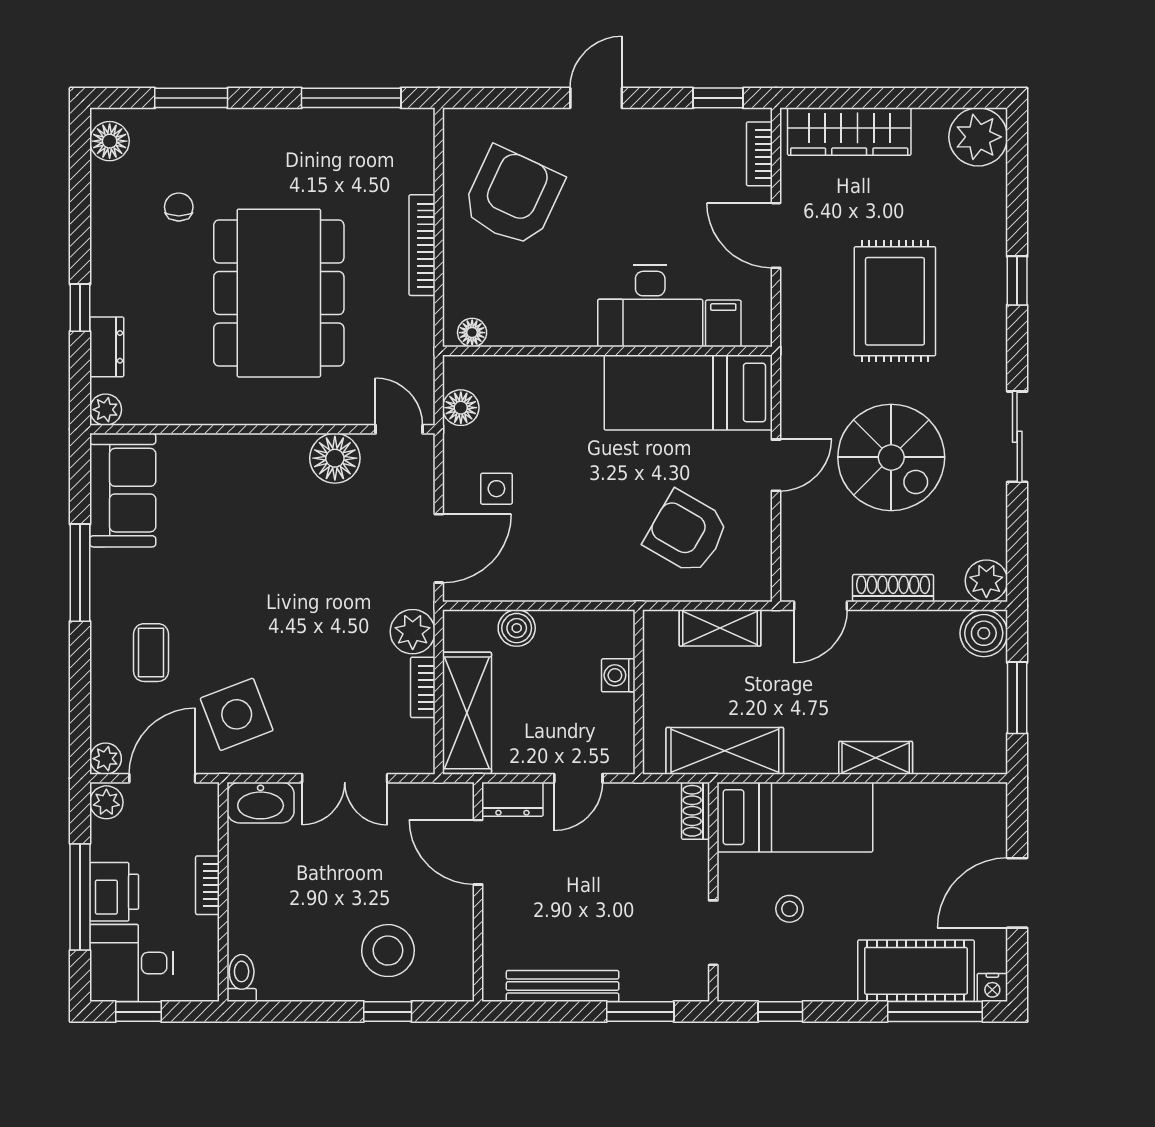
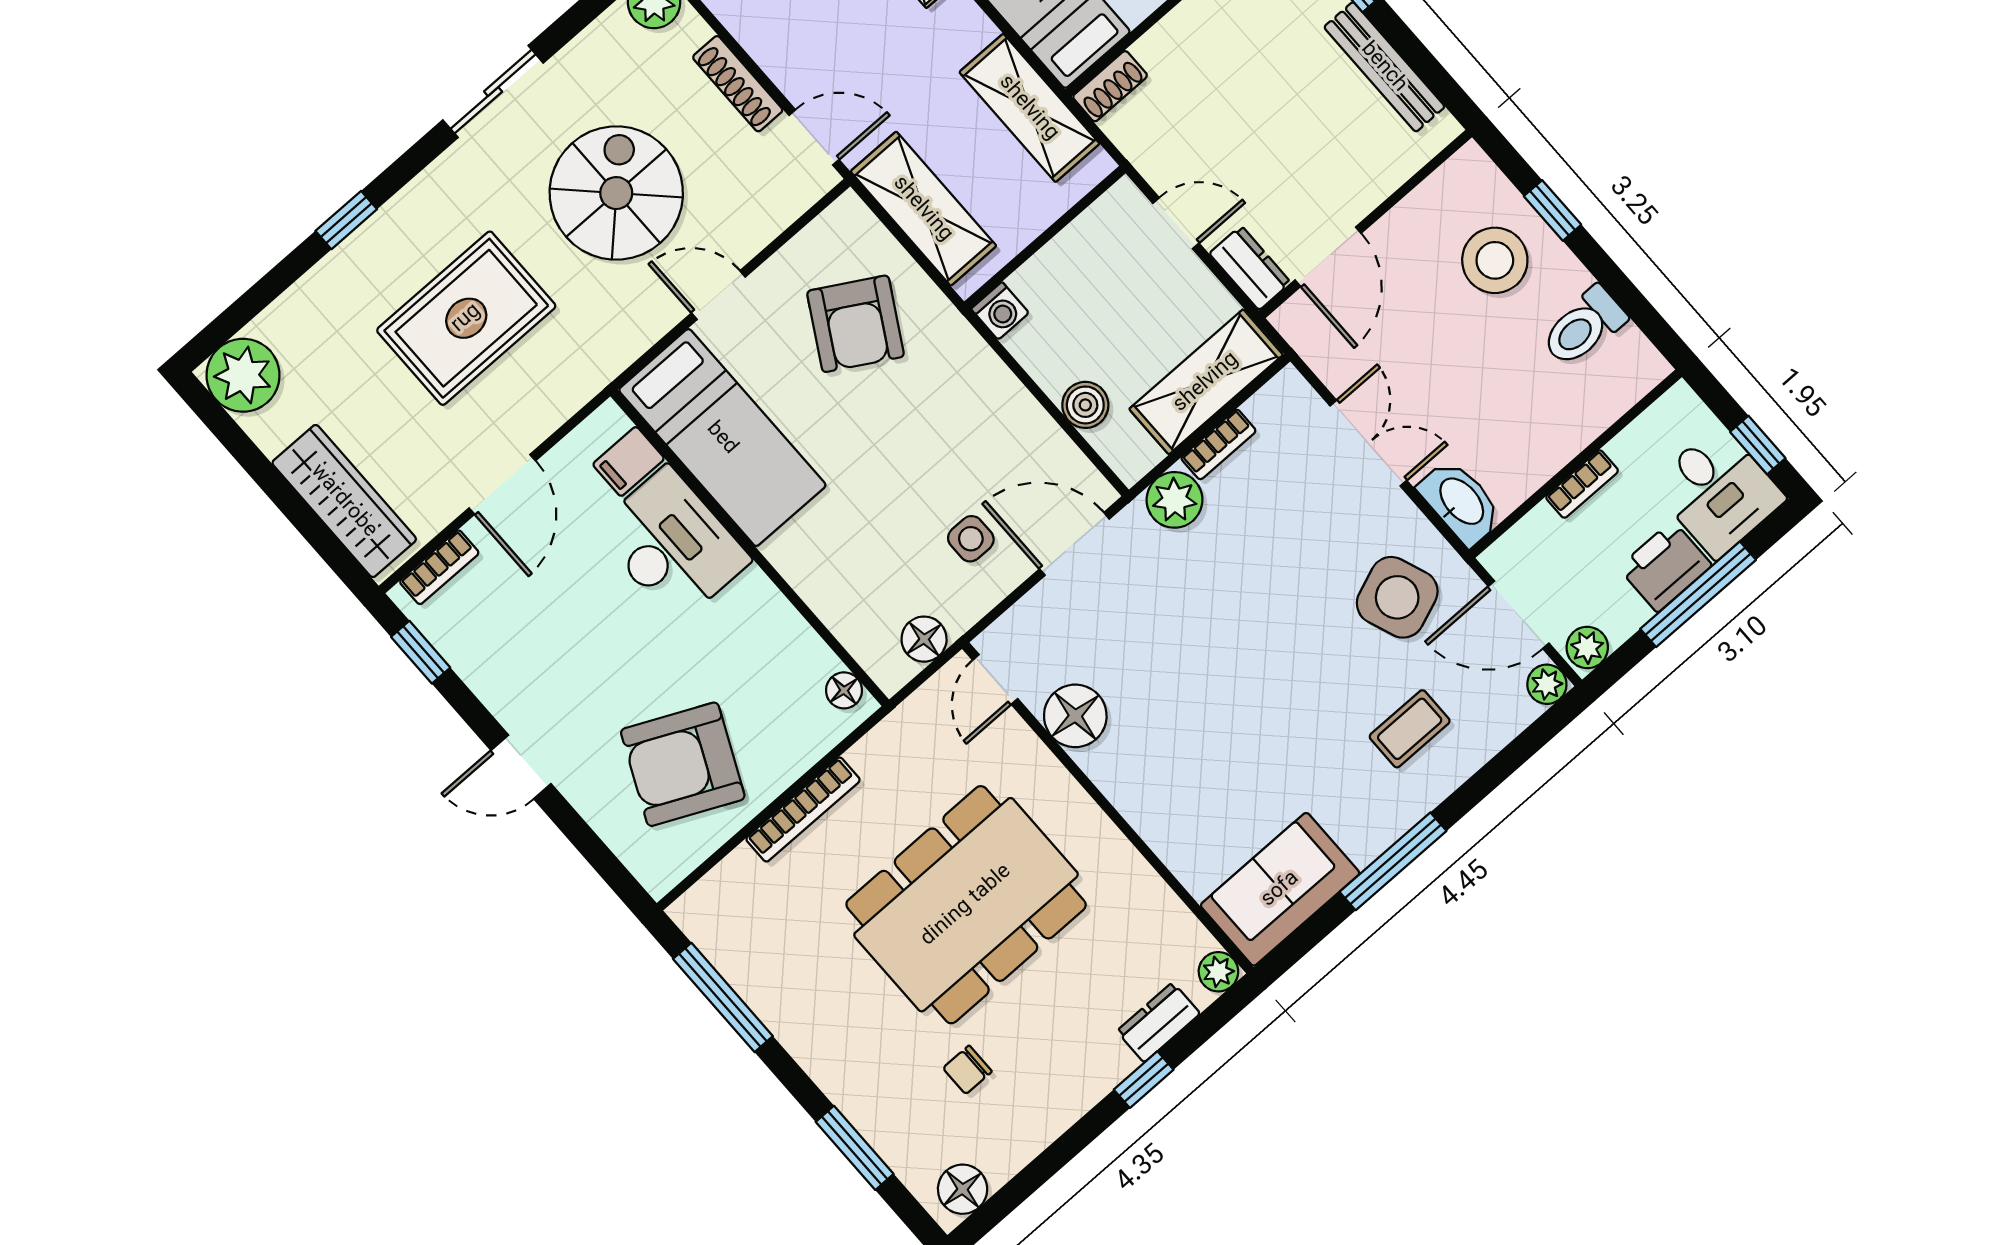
shelving: (720, 628) -> (923, 209), width x1.50, depth x1.33
washing machine: (618, 675) -> (1000, 311), moved
toilet: (242, 978) -> (1584, 327), moved, width x1.37, depth x1.39

